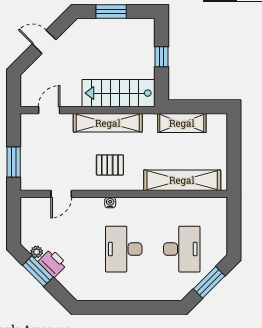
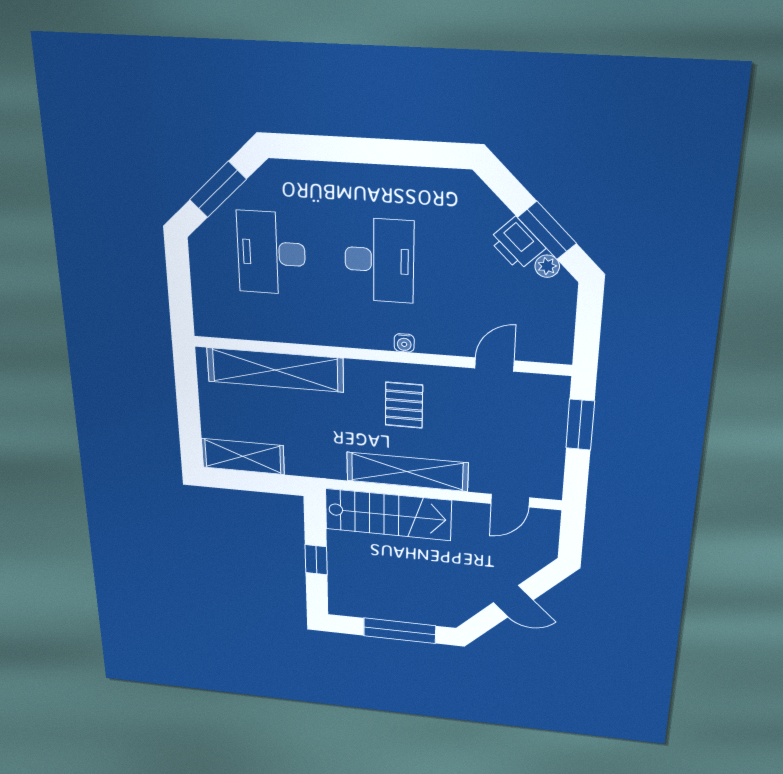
window: (111, 11) -> (400, 631), width x1.44
shelving: (182, 123) -> (243, 456), moved
pallet: (110, 165) -> (404, 405), turned 90

